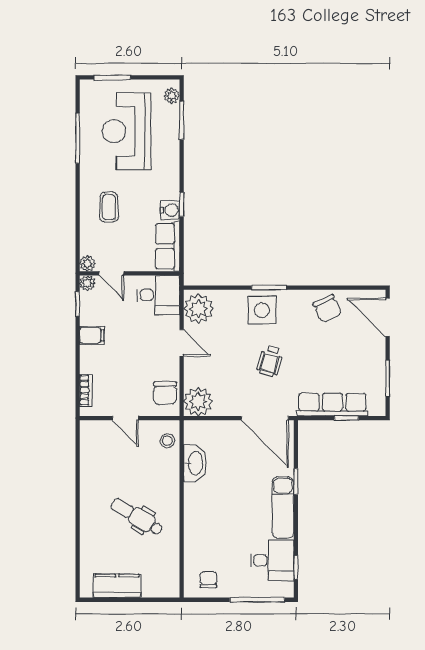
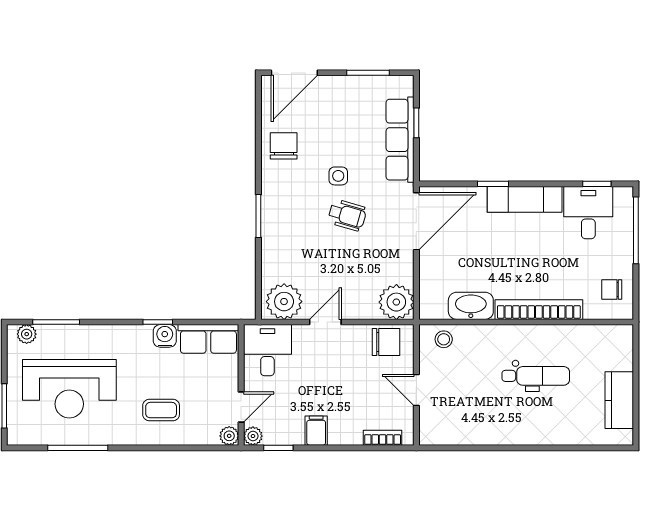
chair: (327, 308) -> (284, 146), turned -65
side table: (262, 310) -> (338, 176), moved, width x0.54, depth x0.54
door: (125, 418) -> (416, 390), swing flipped
dental chair: (137, 517) -> (536, 376), turned -121
bookcase: (192, 519) -> (539, 310), added

